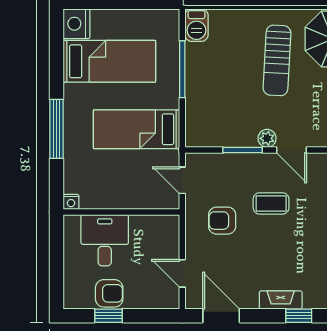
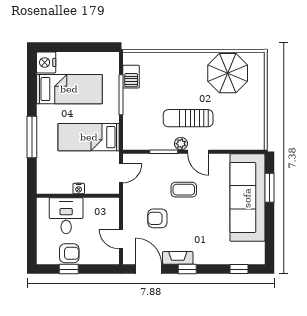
barbecue: (196, 25) -> (131, 77), moved
sun lounger: (277, 60) -> (188, 118), moved, turned 87
door: (182, 180) -> (121, 173), swing flipped
nightstand: (71, 202) -> (79, 189), moved
armchair: (222, 221) -> (157, 218), moved
fireplace: (281, 300) -> (178, 258), moved
window: (299, 316) -> (187, 269), moved

